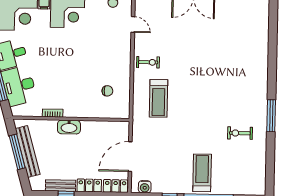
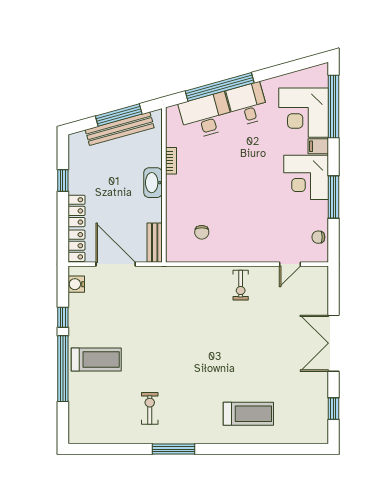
treadmill: (159, 98) -> (248, 414), moved, turned 180
bench: (61, 186) -> (155, 243), moved

